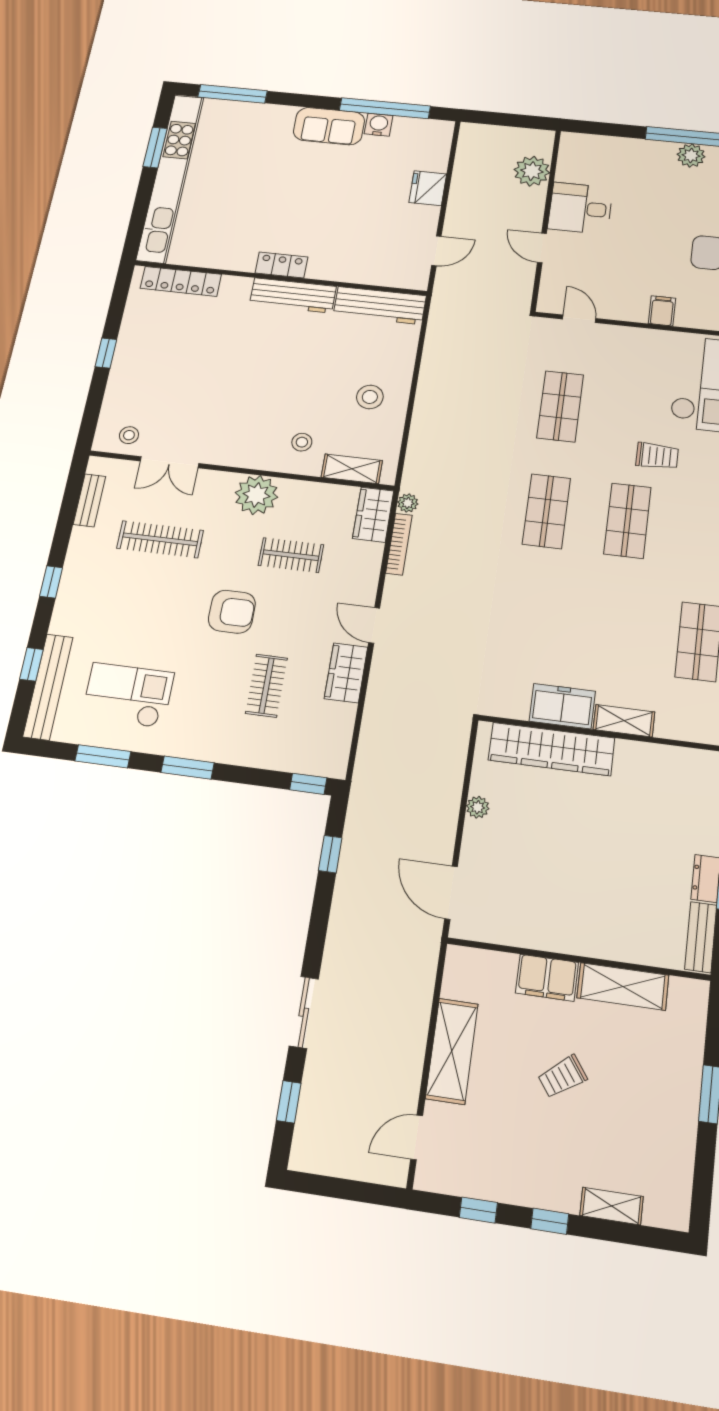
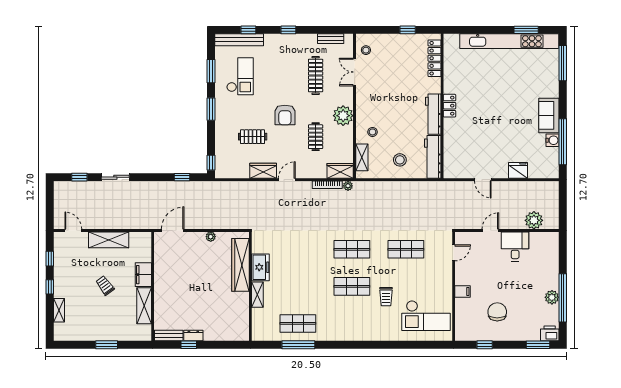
locker: (281, 265) -> (449, 106), moved
wall: (280, 278) -> (442, 106), moved
locker: (181, 281) -> (435, 58), moved
workbench: (293, 295) -> (433, 114), moved
workbench: (380, 306) -> (433, 157), moved

